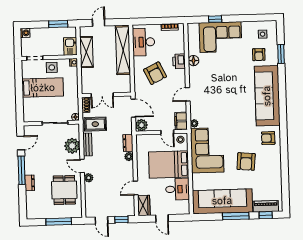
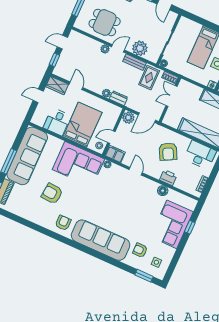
window: (281, 54) -> (144, 276), moved
armchair: (155, 73) -> (168, 152), turned -91

